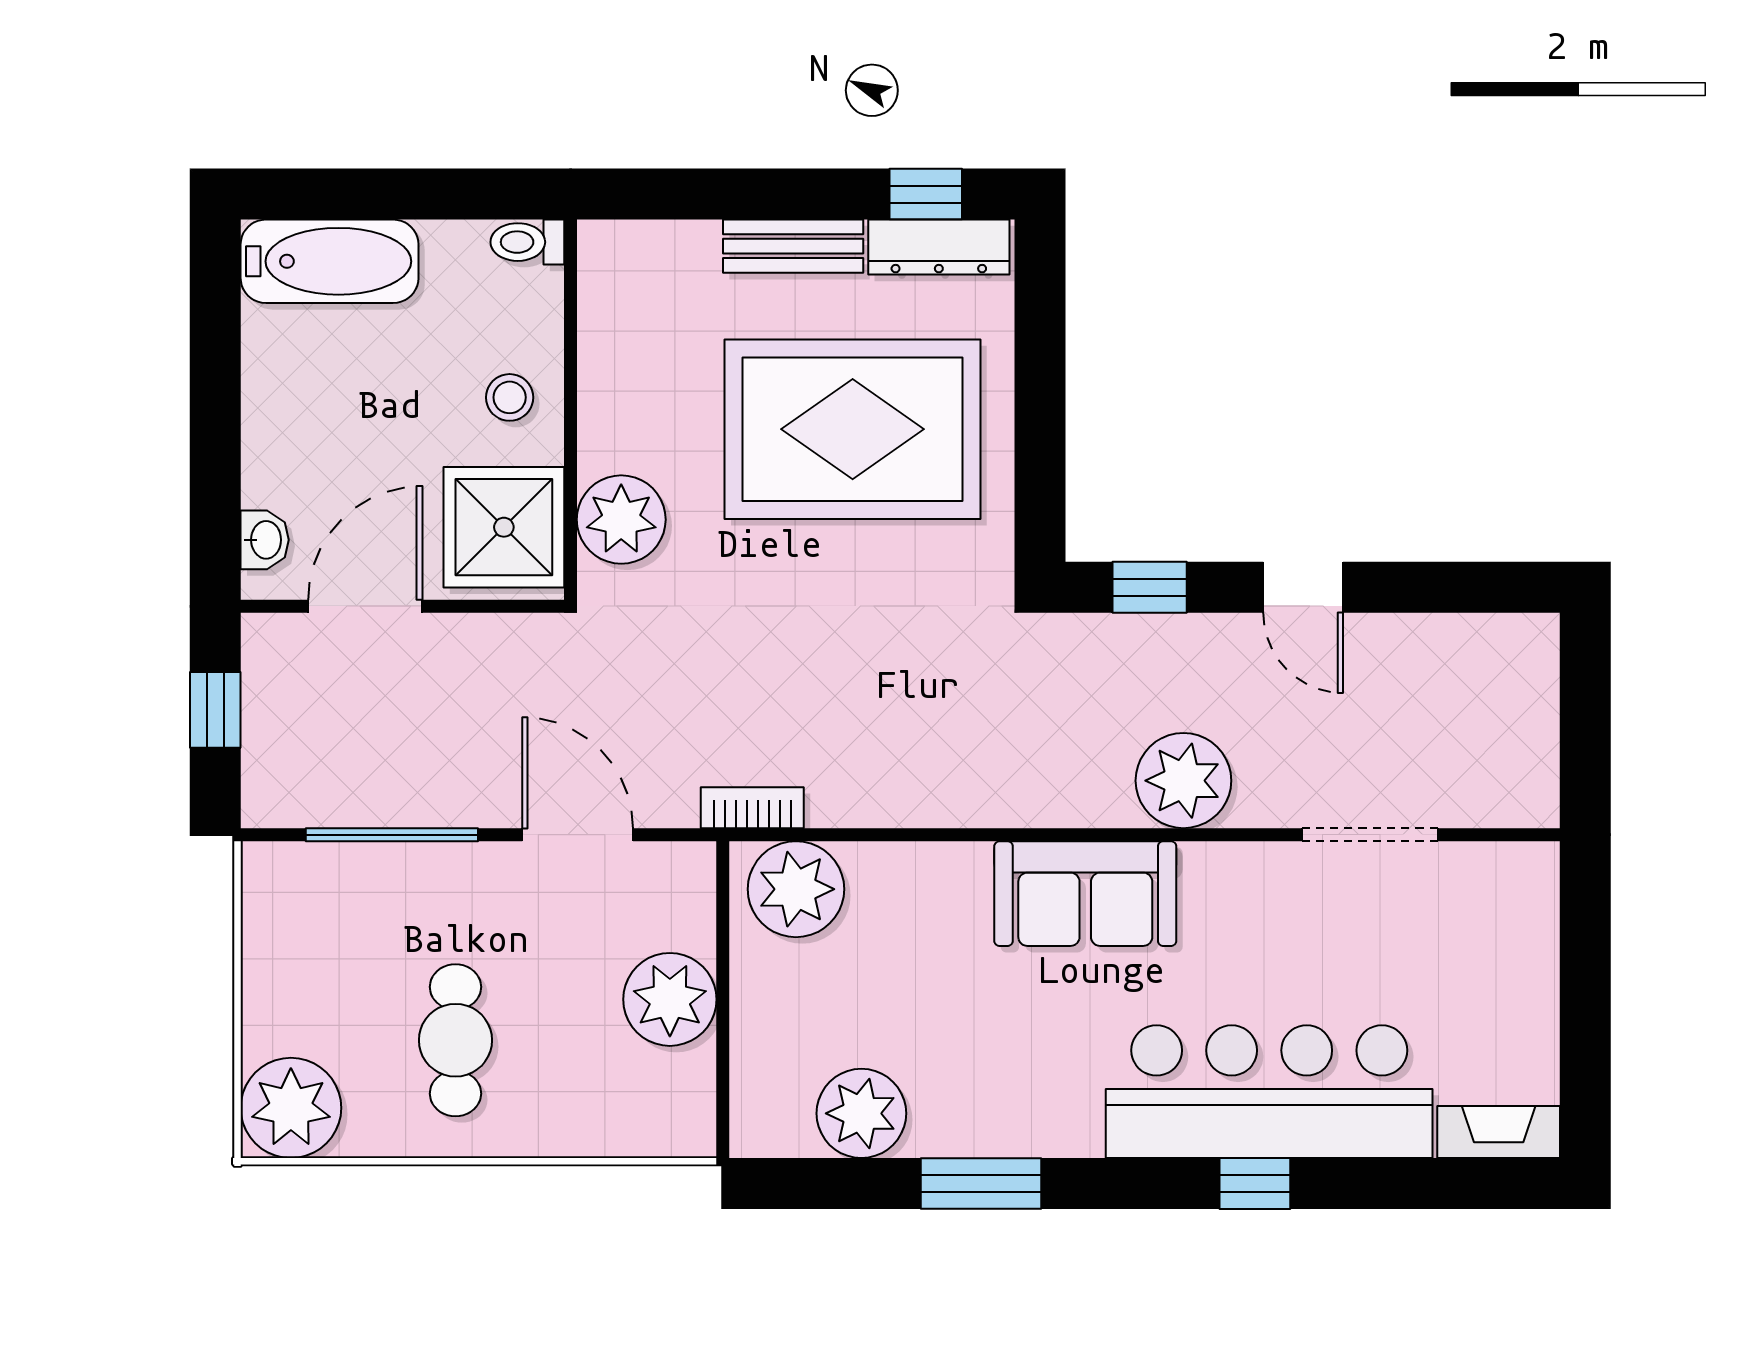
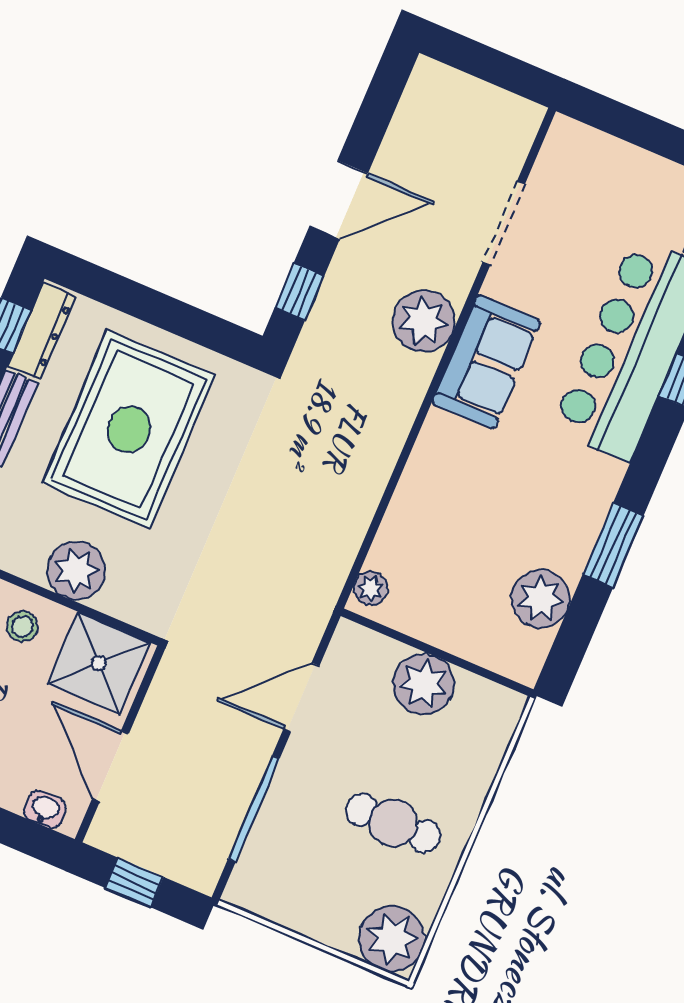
plant: (621, 520) -> (76, 571), moved
door: (1303, 587) -> (339, 200), width x1.38
bookcase: (752, 808) -> (330, 586), removed
plant: (796, 889) -> (371, 588), width x0.53, depth x0.53
sofa: (1085, 894) -> (486, 362), moved

